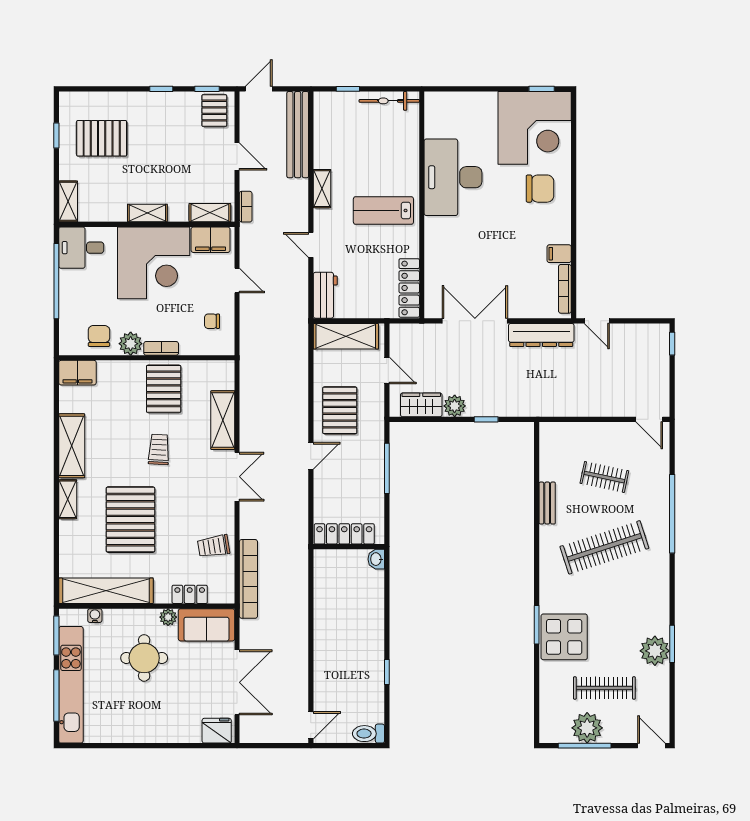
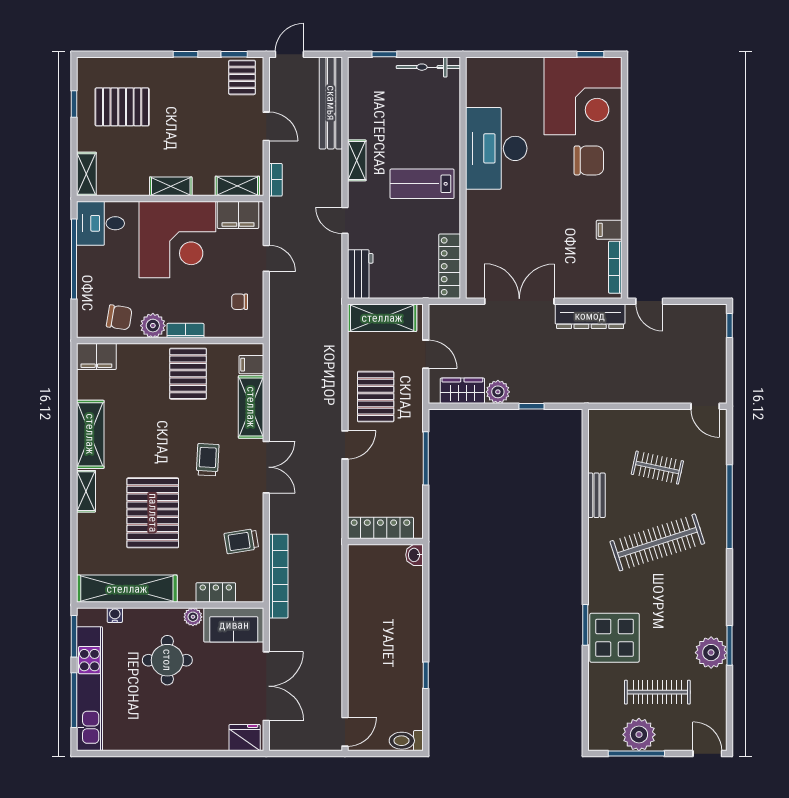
chair: (99, 336) -> (119, 317), turned 99
filing cabinet: (223, 380) -> (251, 365), added
trolley: (159, 449) -> (208, 460), moved

